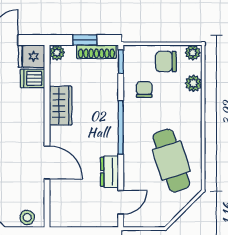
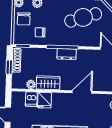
plant: (57, 53) -> (31, 84), moved
fridge: (31, 56) -> (45, 100), moved
dresser: (109, 172) -> (67, 54), moved

